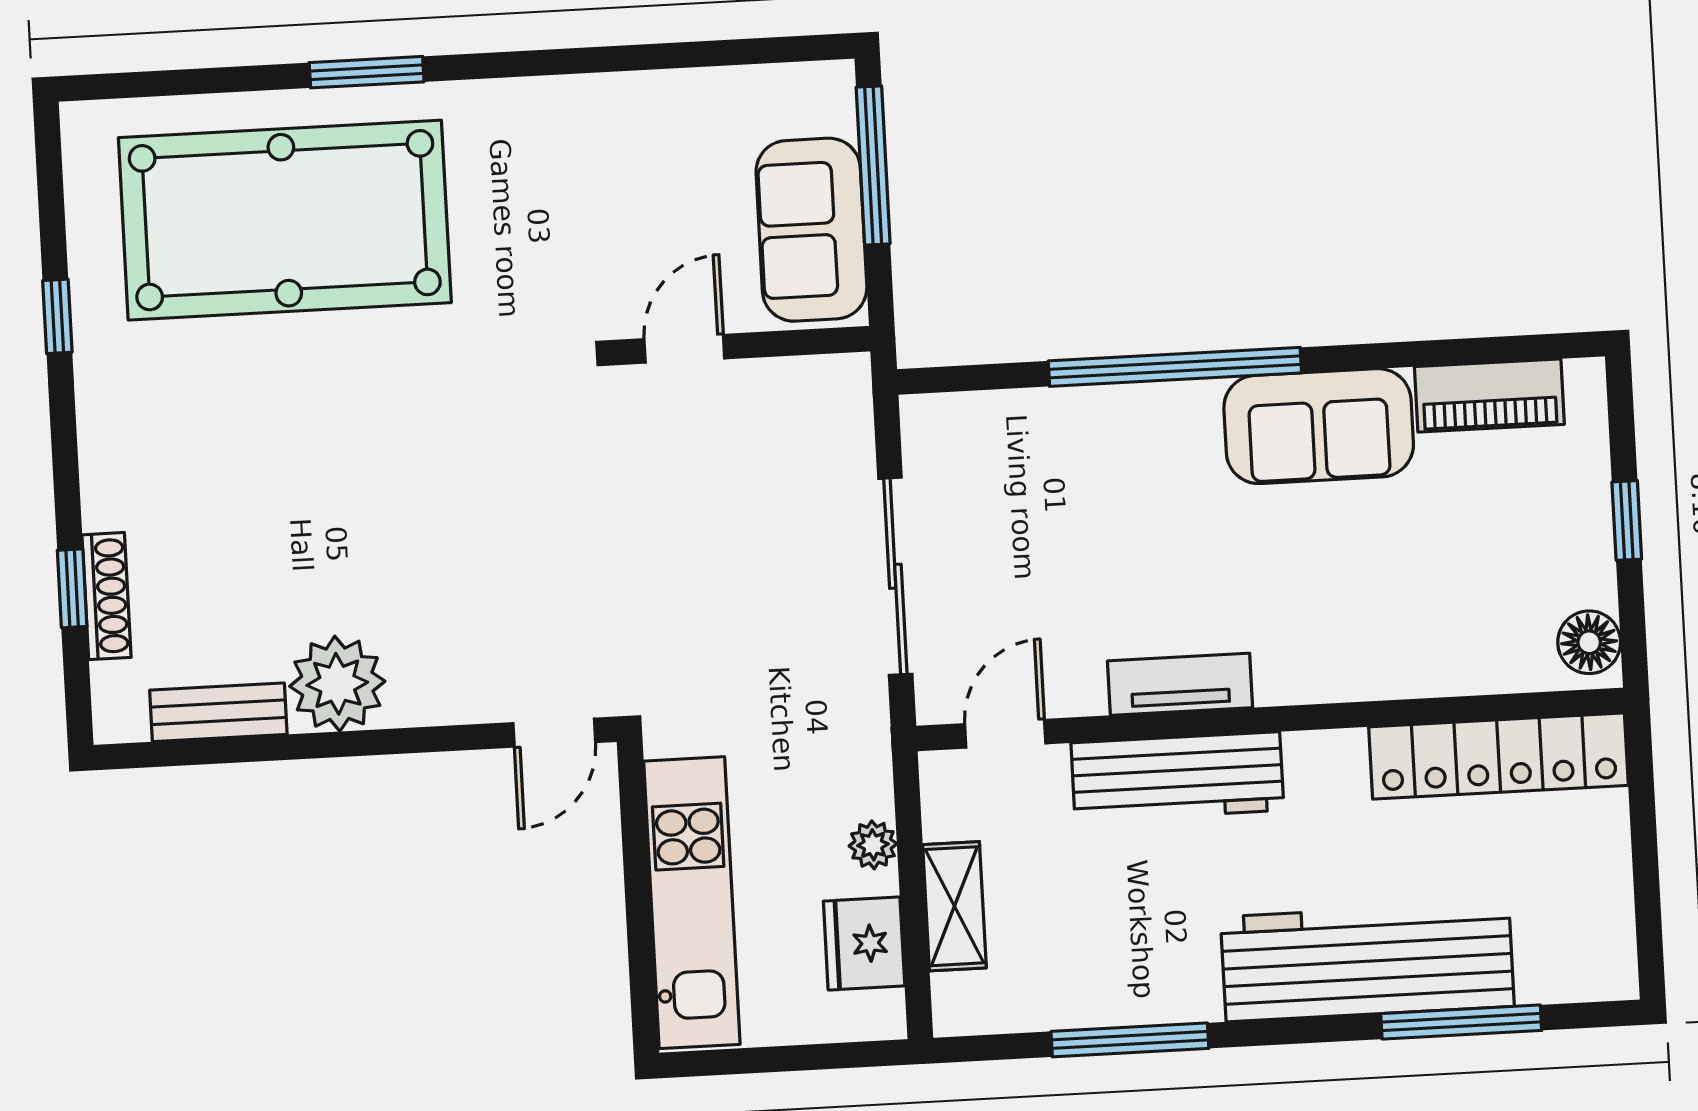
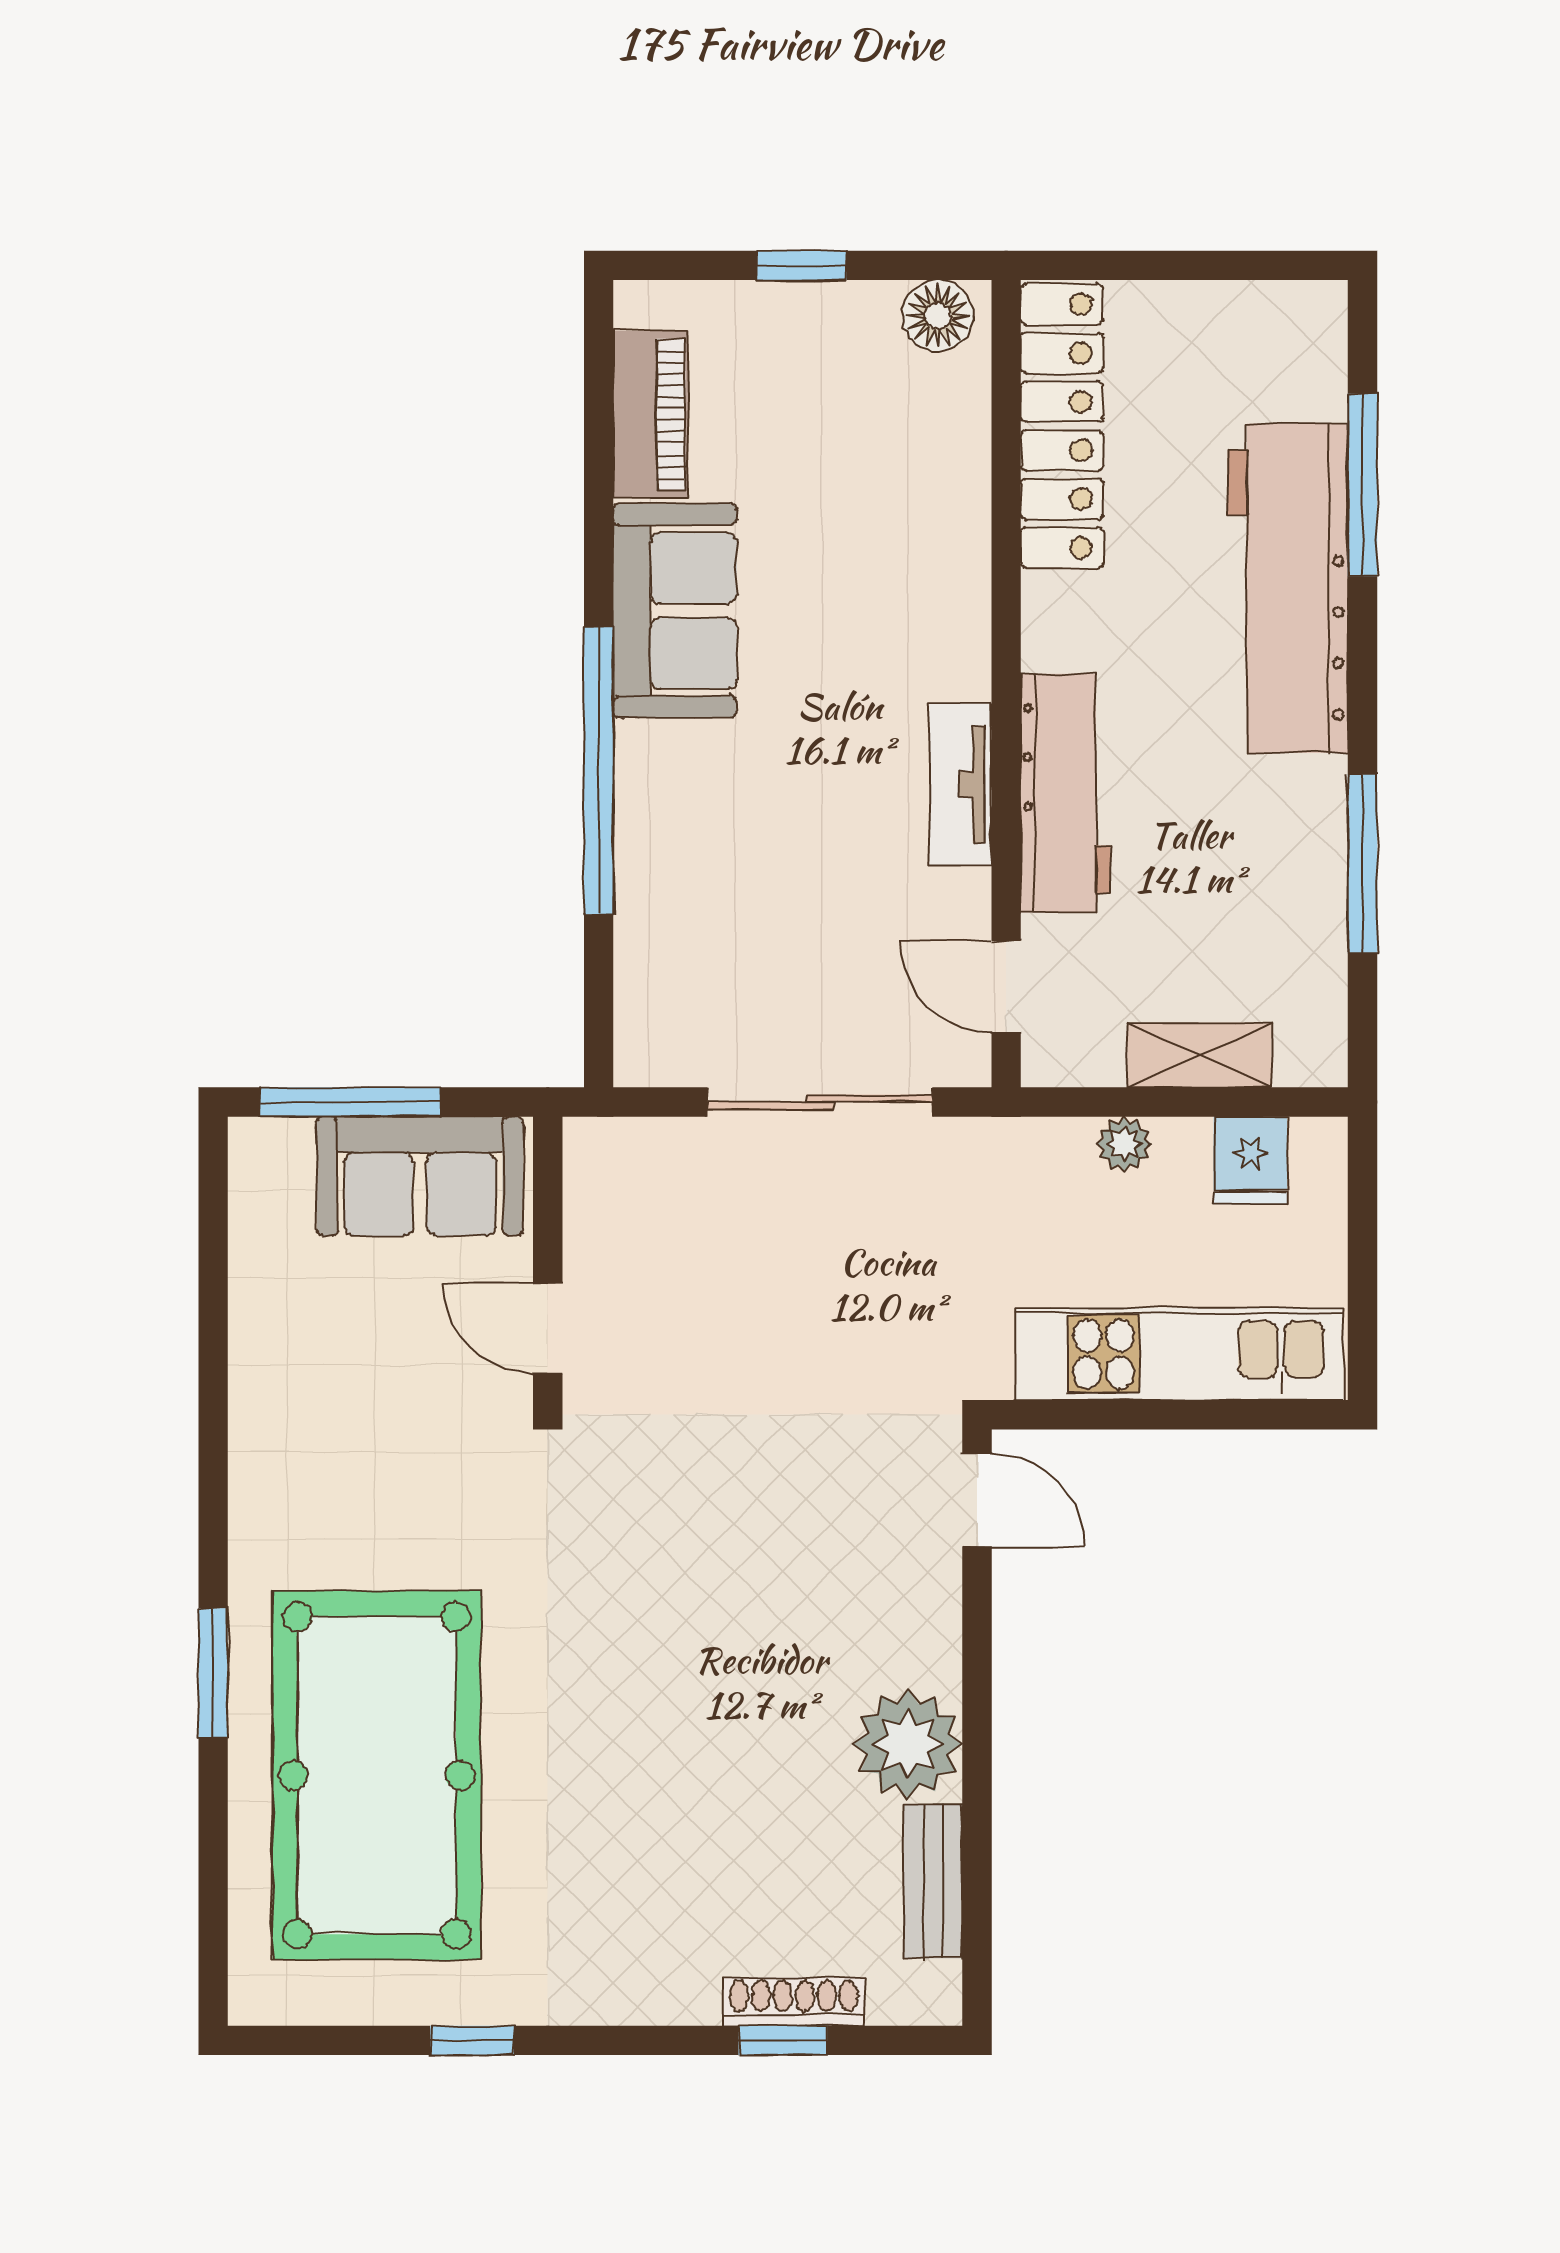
fridge: (864, 944) -> (1250, 1160), width x0.72

